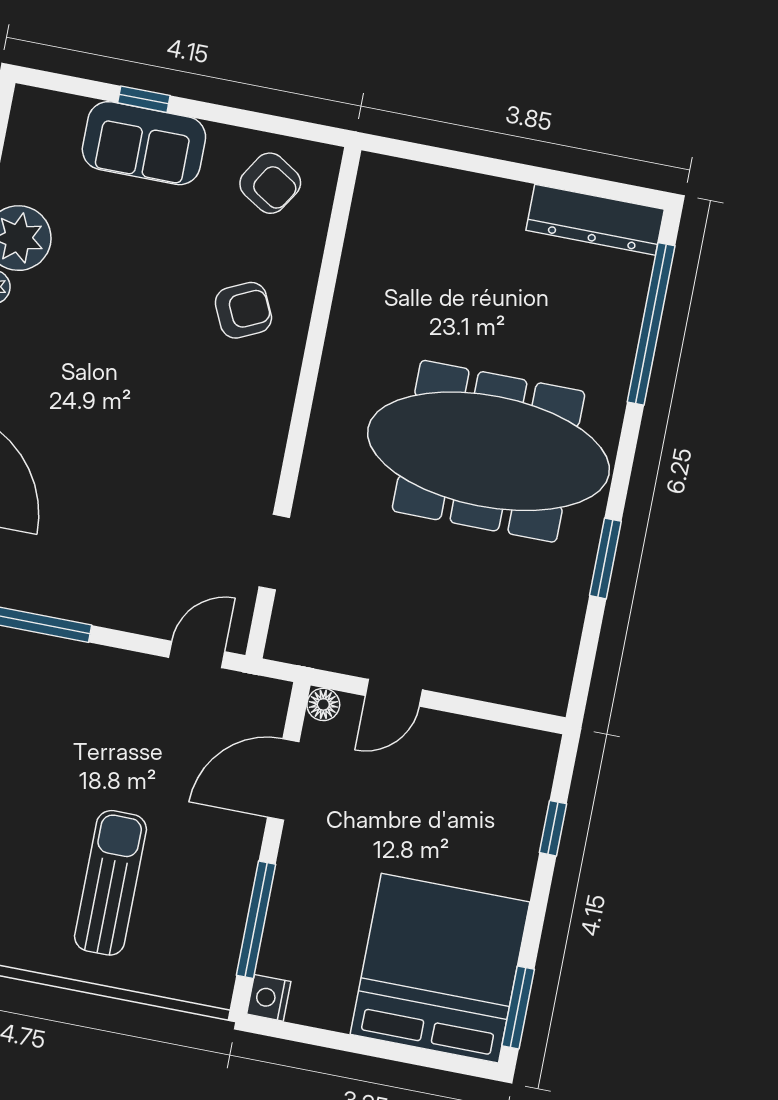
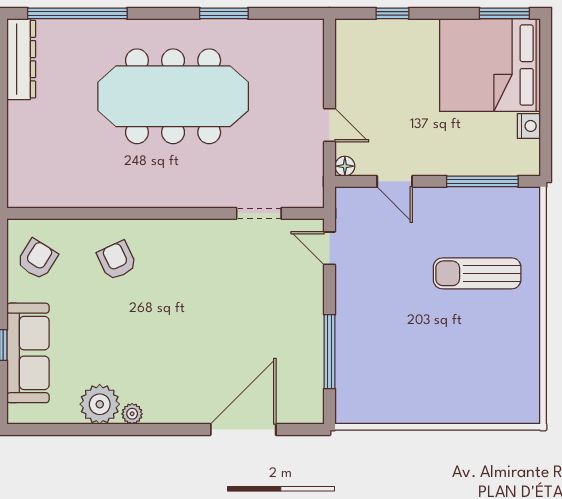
sofa: (144, 143) -> (28, 353), width x1.36
meeting table: (488, 451) -> (173, 96), turned 90
door: (283, 779) -> (395, 181), width x0.73
nightstand: (269, 998) -> (529, 126), moved, turned -90

